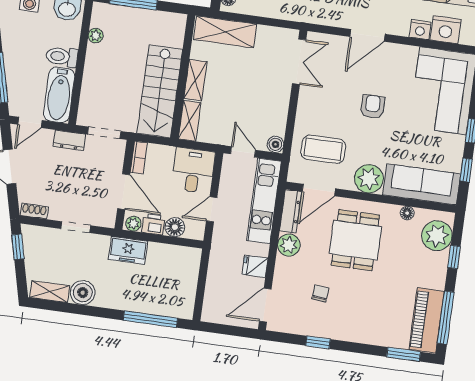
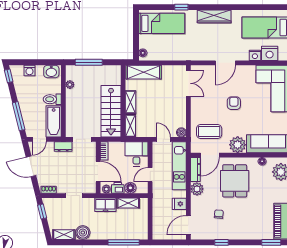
shelving: (167, 253) -> (128, 203), added

